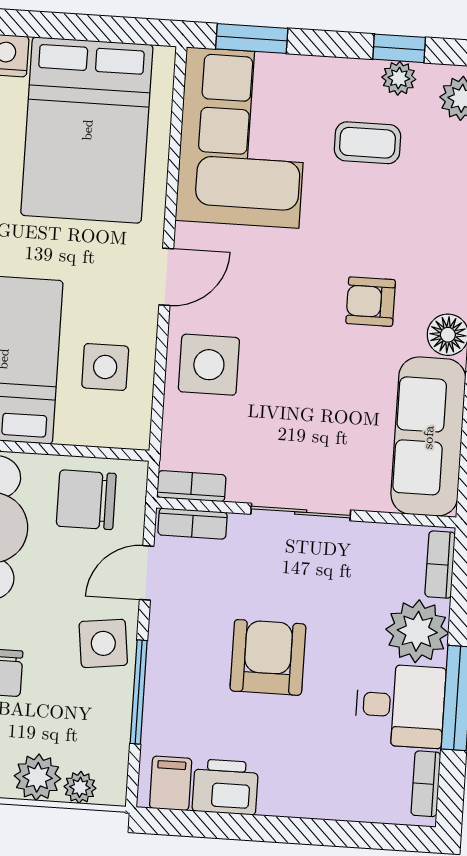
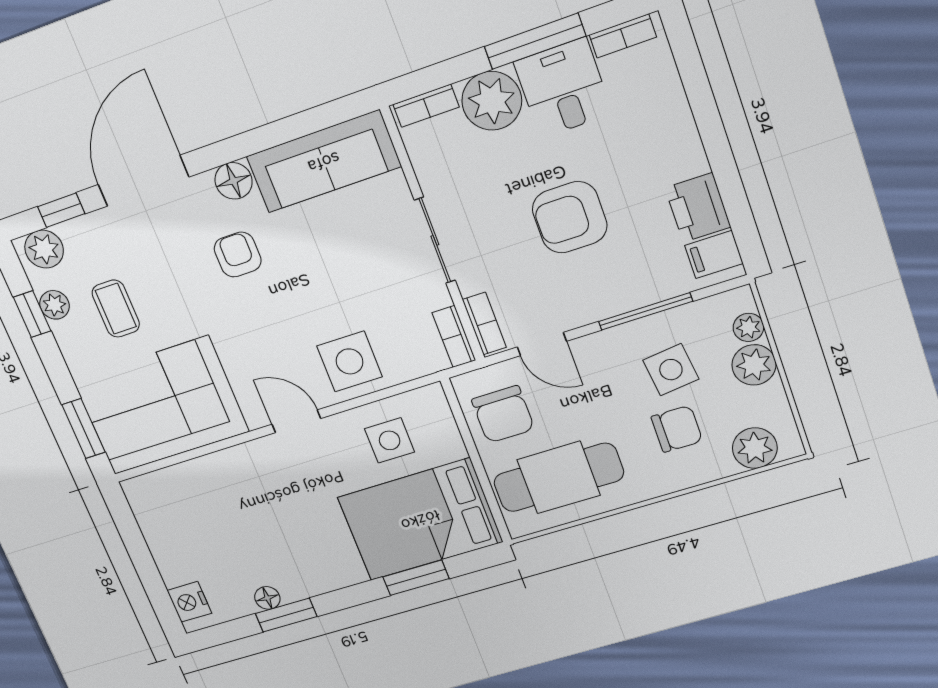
bed: (87, 130) -> (214, 523), removed
armchair: (371, 302) -> (238, 255), turned 180
side table: (103, 643) -> (671, 370), moved

